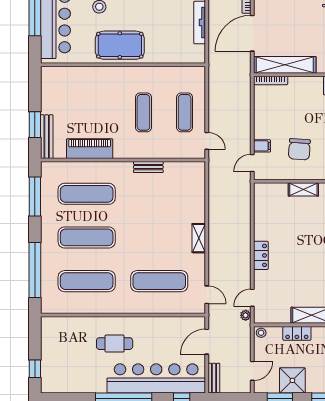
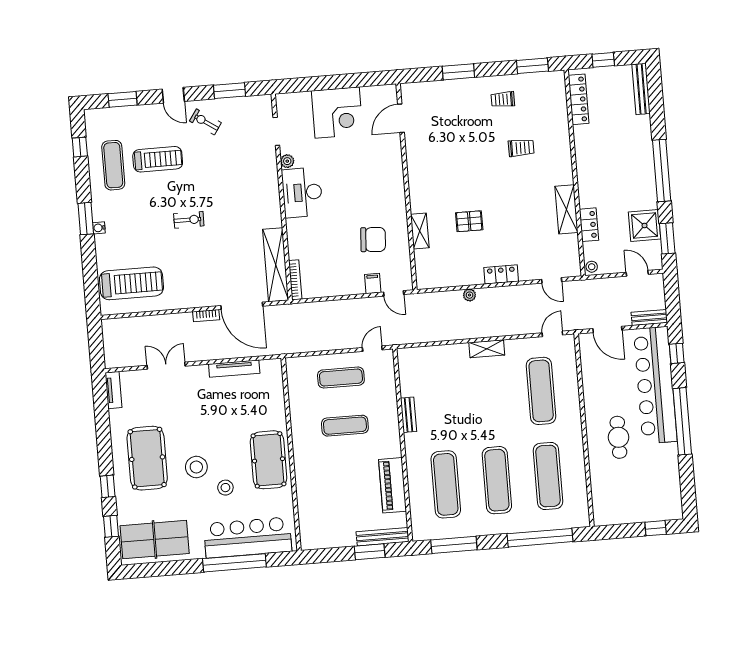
pallet: (308, 232) -> (469, 221), added
plant: (246, 315) -> (470, 295), moved

